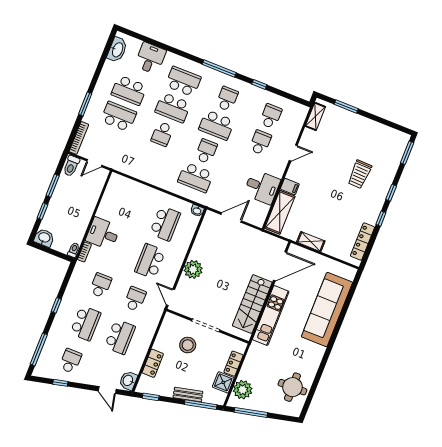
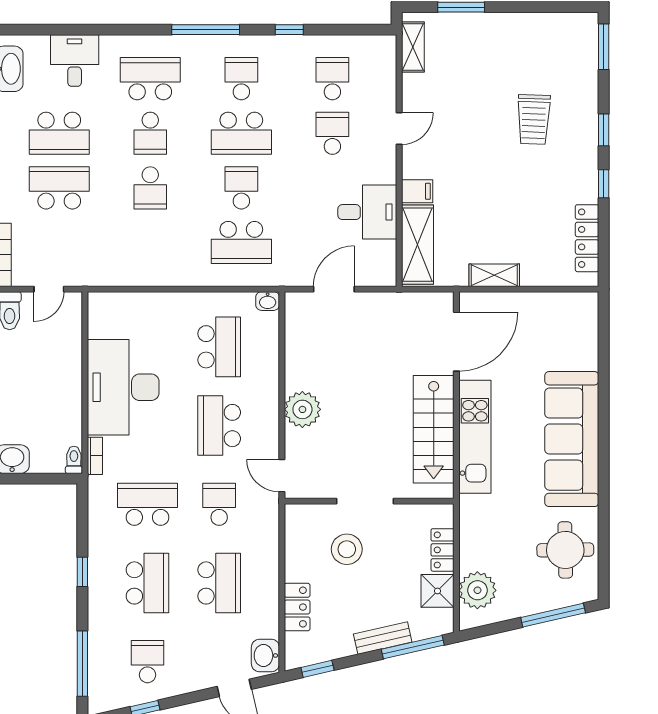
school desk: (173, 108) -> (150, 133), width x0.54
desk: (103, 234) -> (123, 387), width x1.87, depth x1.30
school desk: (101, 285) -> (147, 504), width x1.85
sofa: (327, 310) -> (572, 439), moved
window: (251, 412) -> (553, 615), moved

